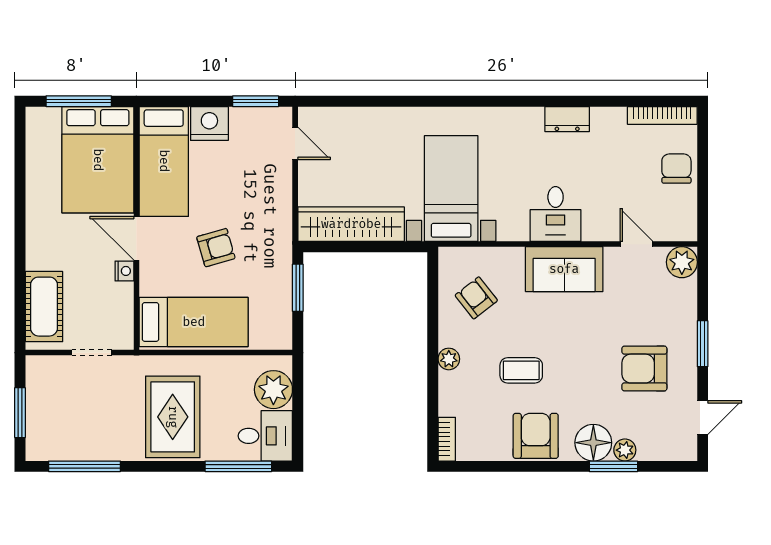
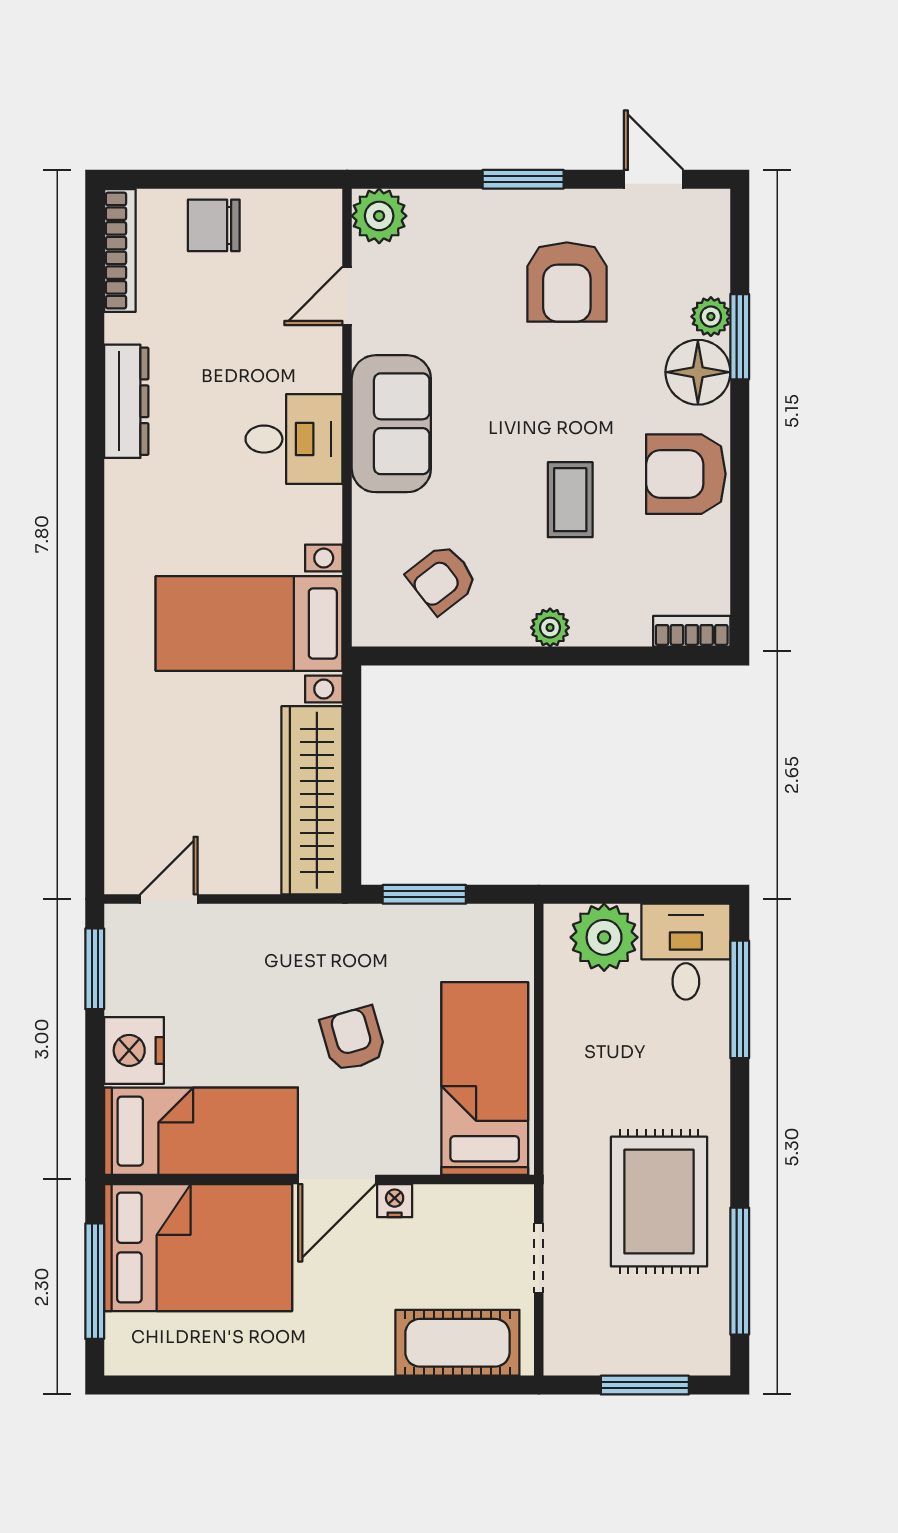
dresser: (567, 119) -> (126, 401), width x1.44
rug: (173, 417) -> (659, 1202), moved, turned 90

